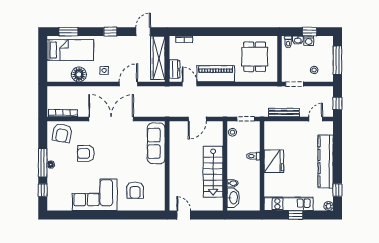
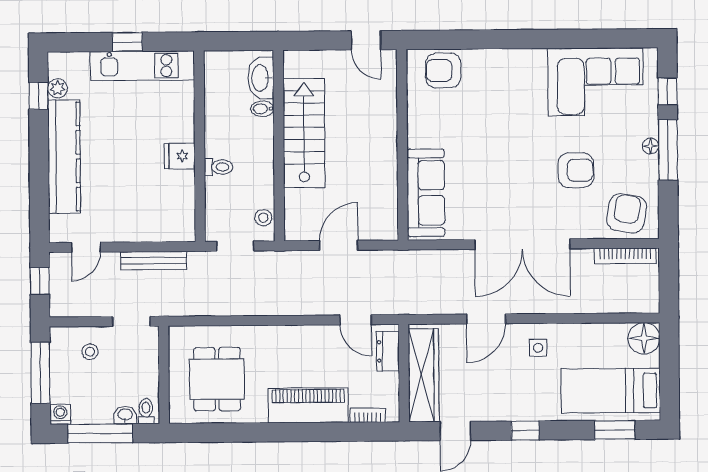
window: (310, 32) -> (100, 433), width x2.17
washing machine: (309, 41) -> (60, 414), moved
floor lamp: (79, 74) -> (644, 338), moved
piano: (216, 74) -> (308, 405), moved, turned 180
fridge: (274, 161) -> (180, 156), width x0.53, depth x0.75
armchair: (135, 190) -> (443, 70), moved, turned -90
corner sofa: (95, 195) -> (596, 82), moved
plant: (328, 206) -> (58, 88), moved

